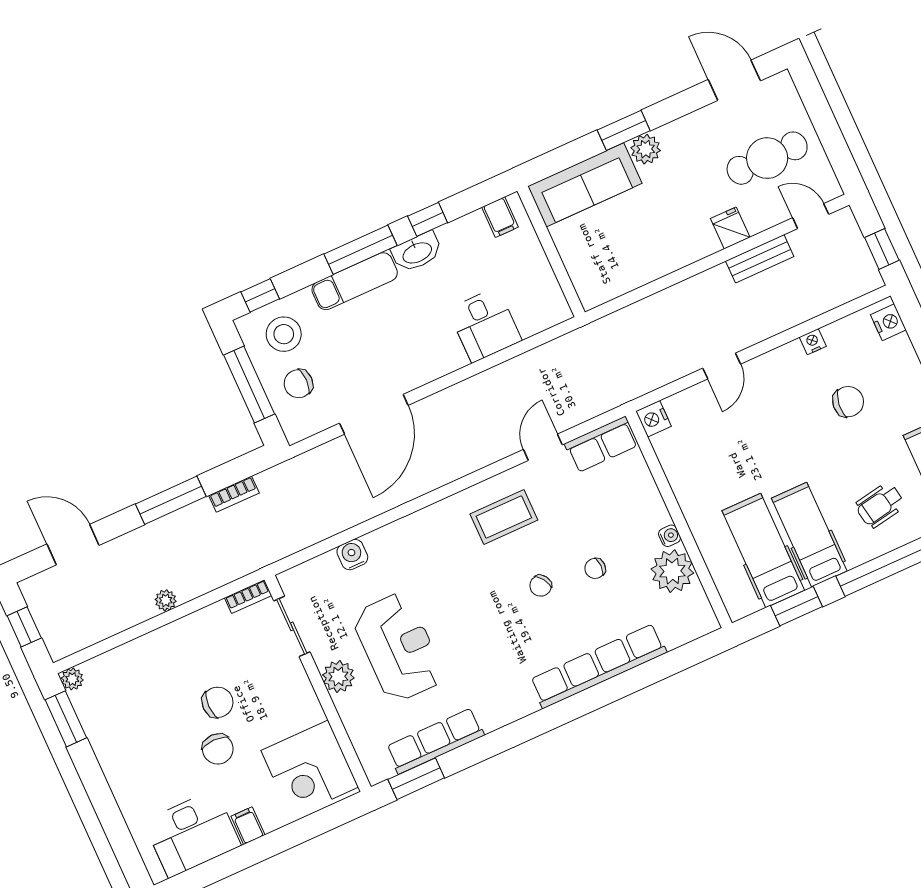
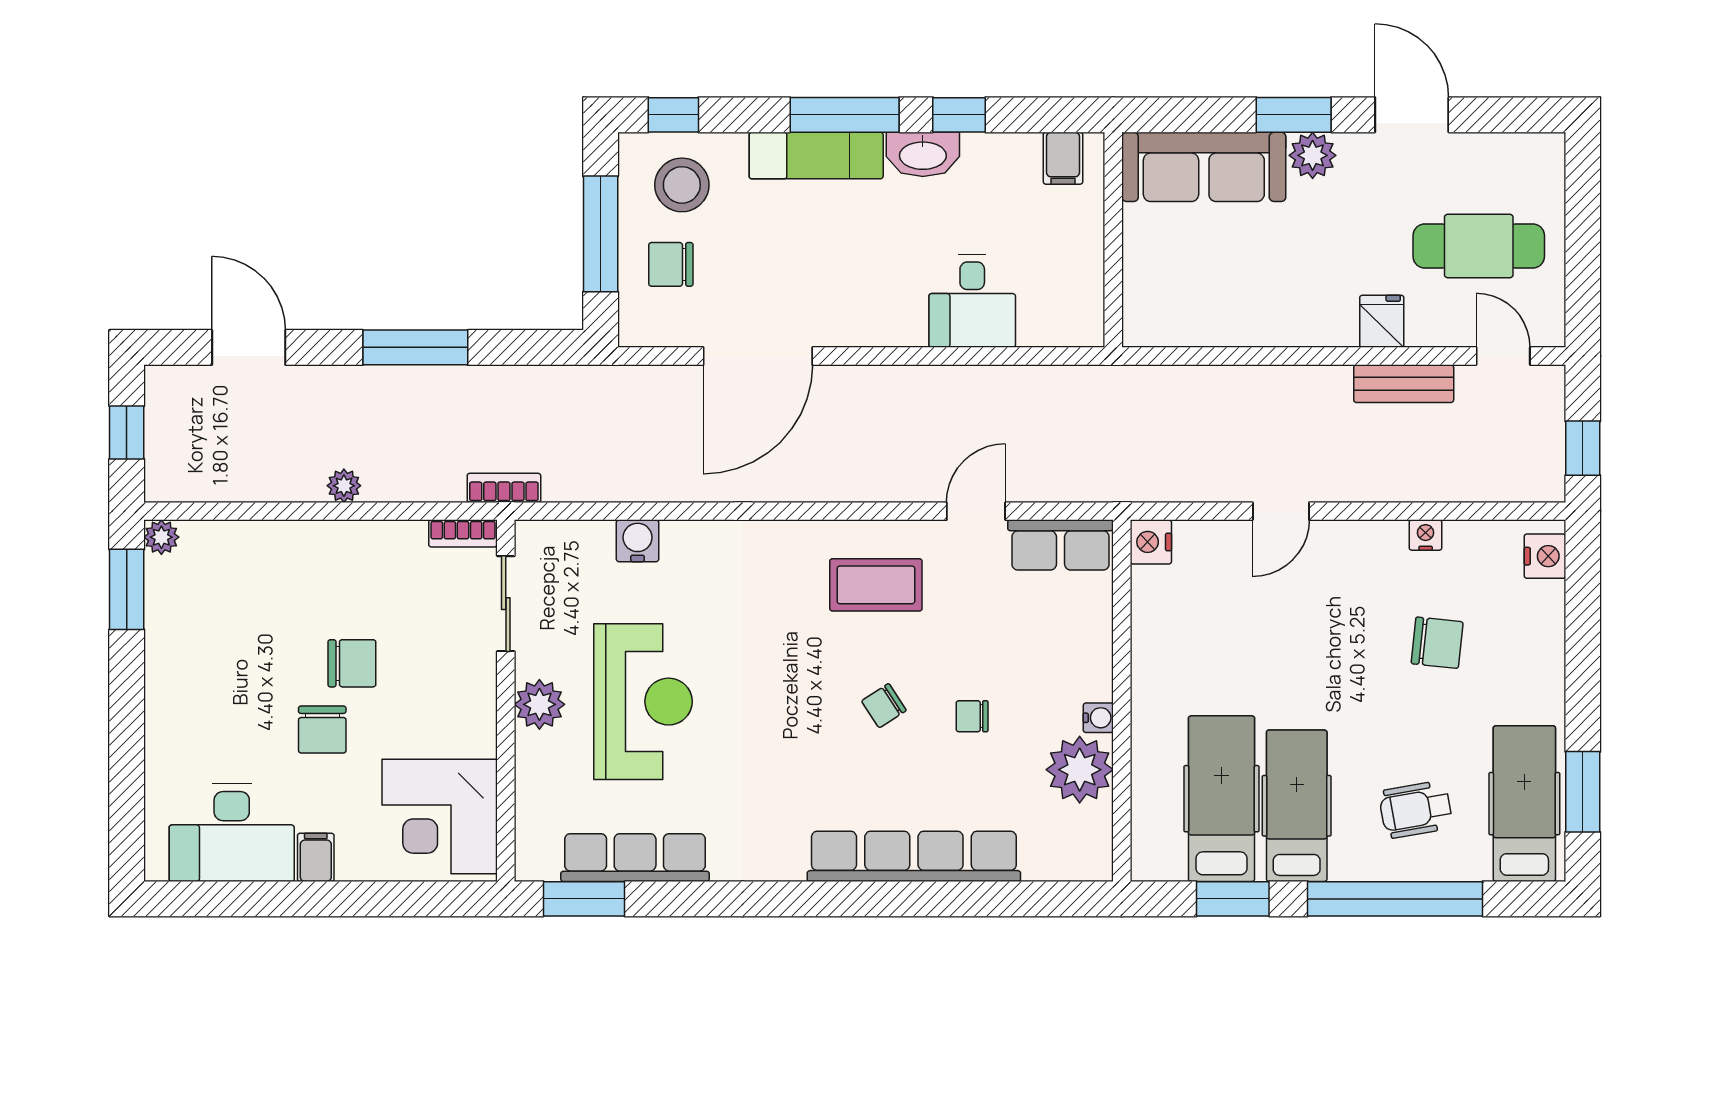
door: (734, 80) -> (1412, 115), moved
bookcase: (234, 494) -> (504, 488), moved, turned 180

